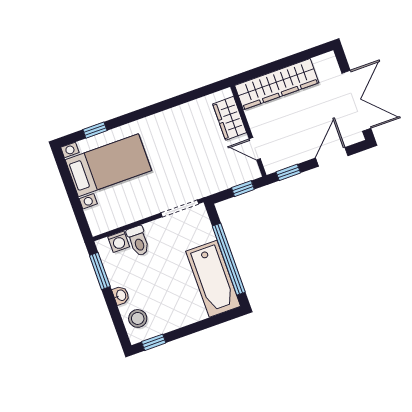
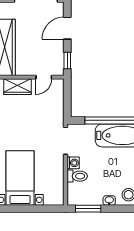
door: (332, 157) -> (67, 28), hinge flipped
window: (243, 189) -> (67, 94), removed
washing machine: (119, 242) -> (73, 163), moved

